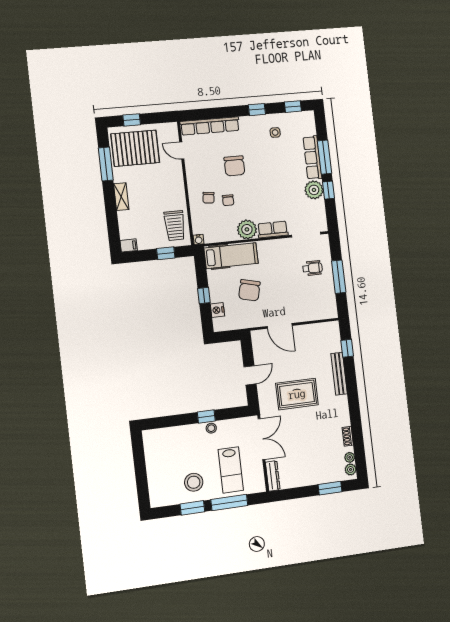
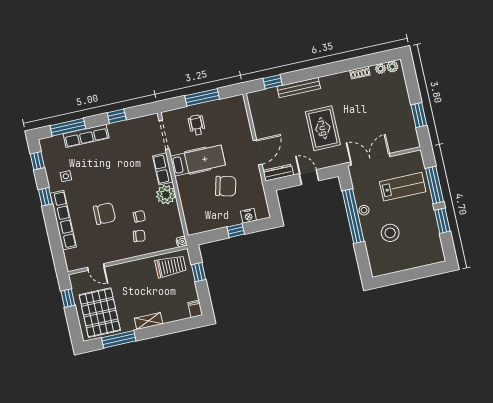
window: (132, 120) -> (68, 298), moved
row of seats: (210, 126) -> (63, 220), moved
door: (182, 150) -> (96, 267), hinge flipped
window: (325, 157) -> (68, 127), moved
plant: (314, 190) -> (118, 131), removed
hospital bed: (231, 256) -> (198, 161), moved, turned 90
window: (206, 416) -> (353, 216), width x3.17
dresser: (273, 476) -> (278, 173), moved
stool: (194, 482) -> (390, 233), moved
window: (330, 488) -> (419, 115), moved

